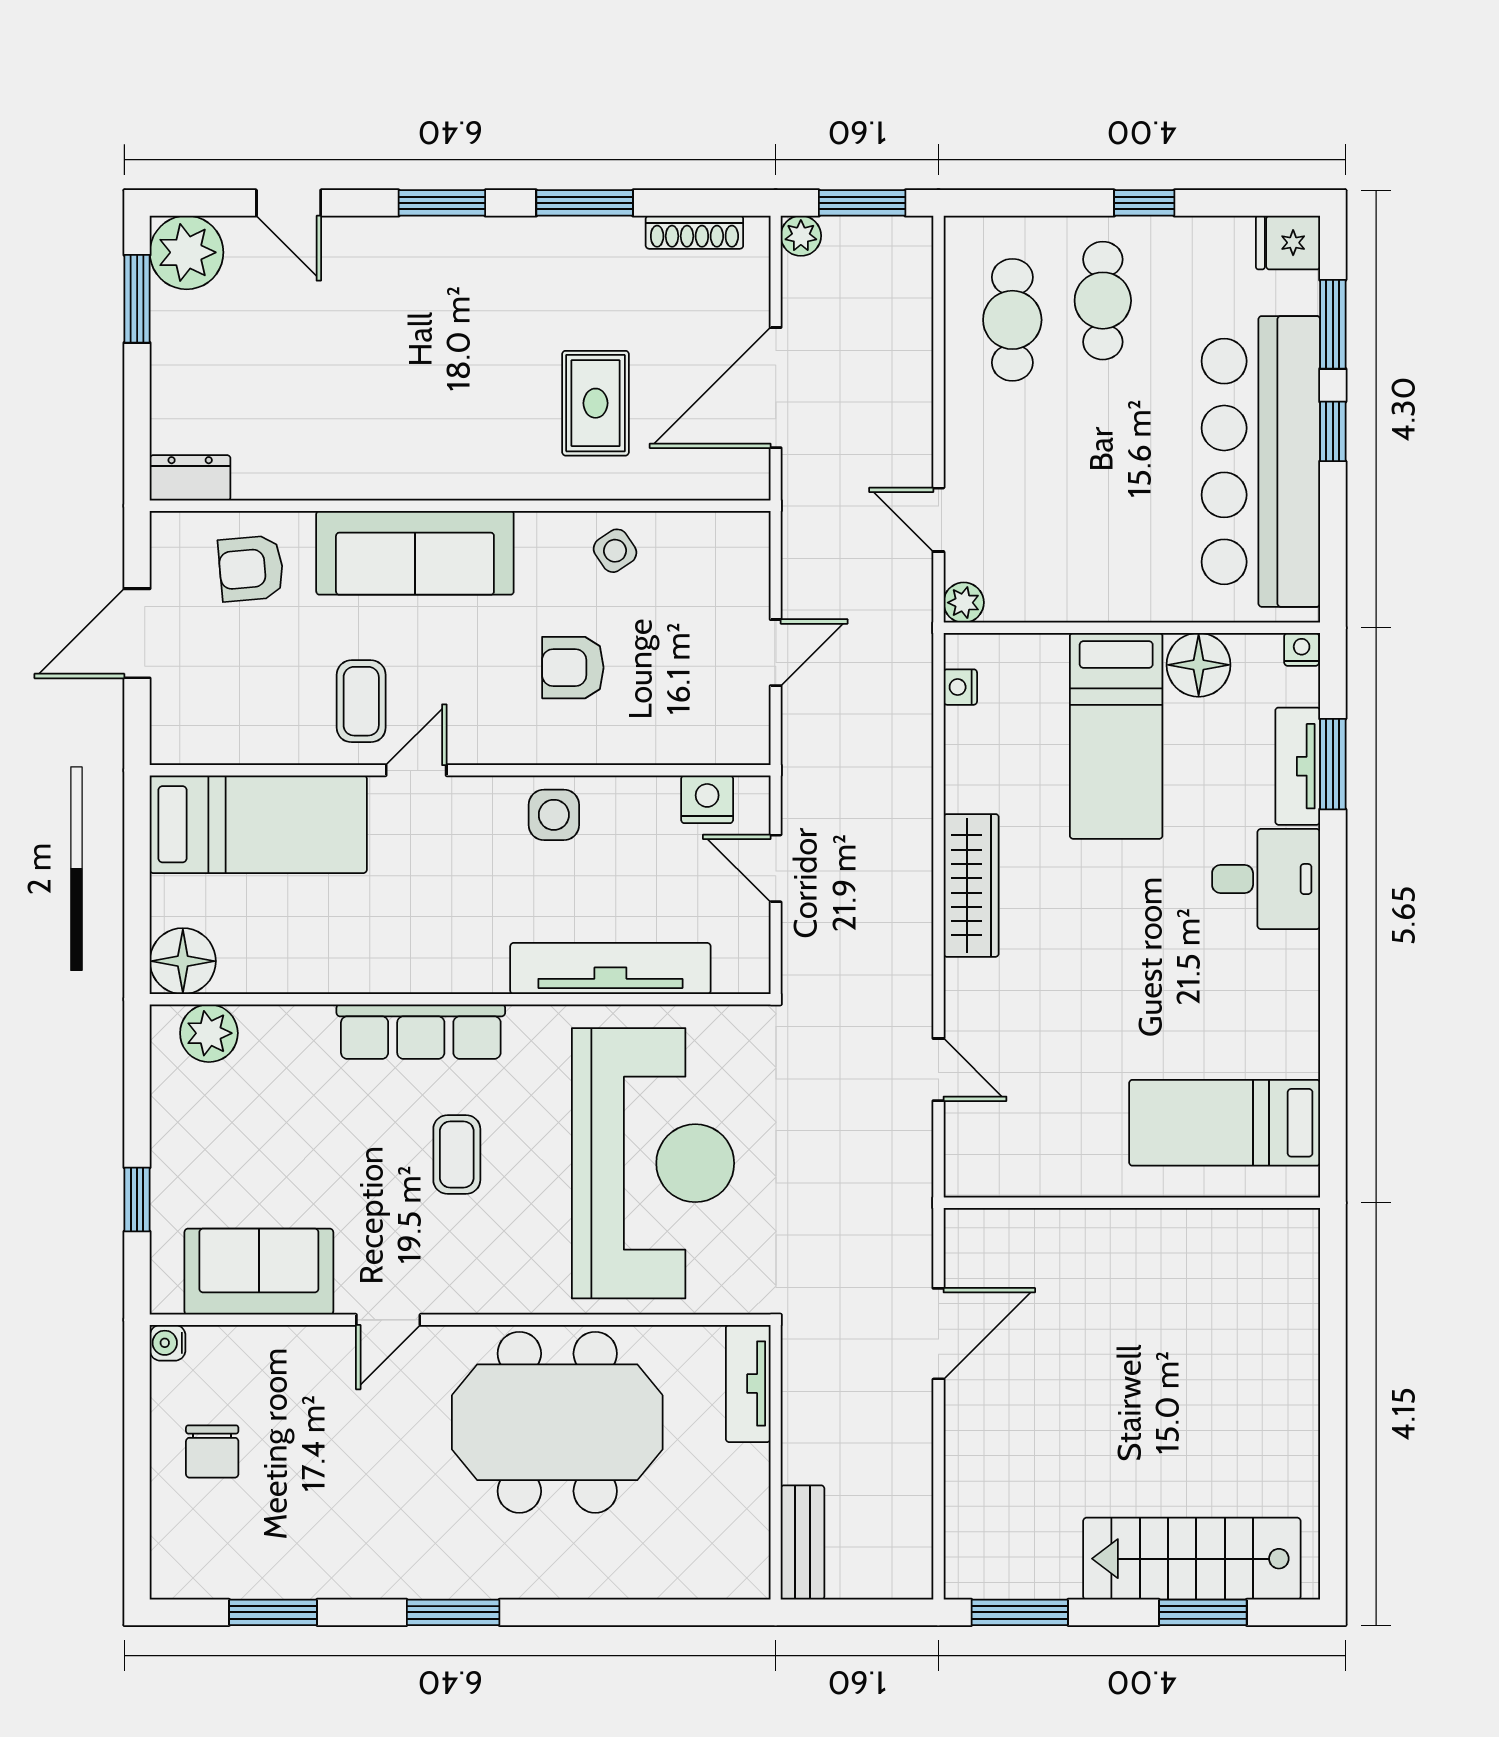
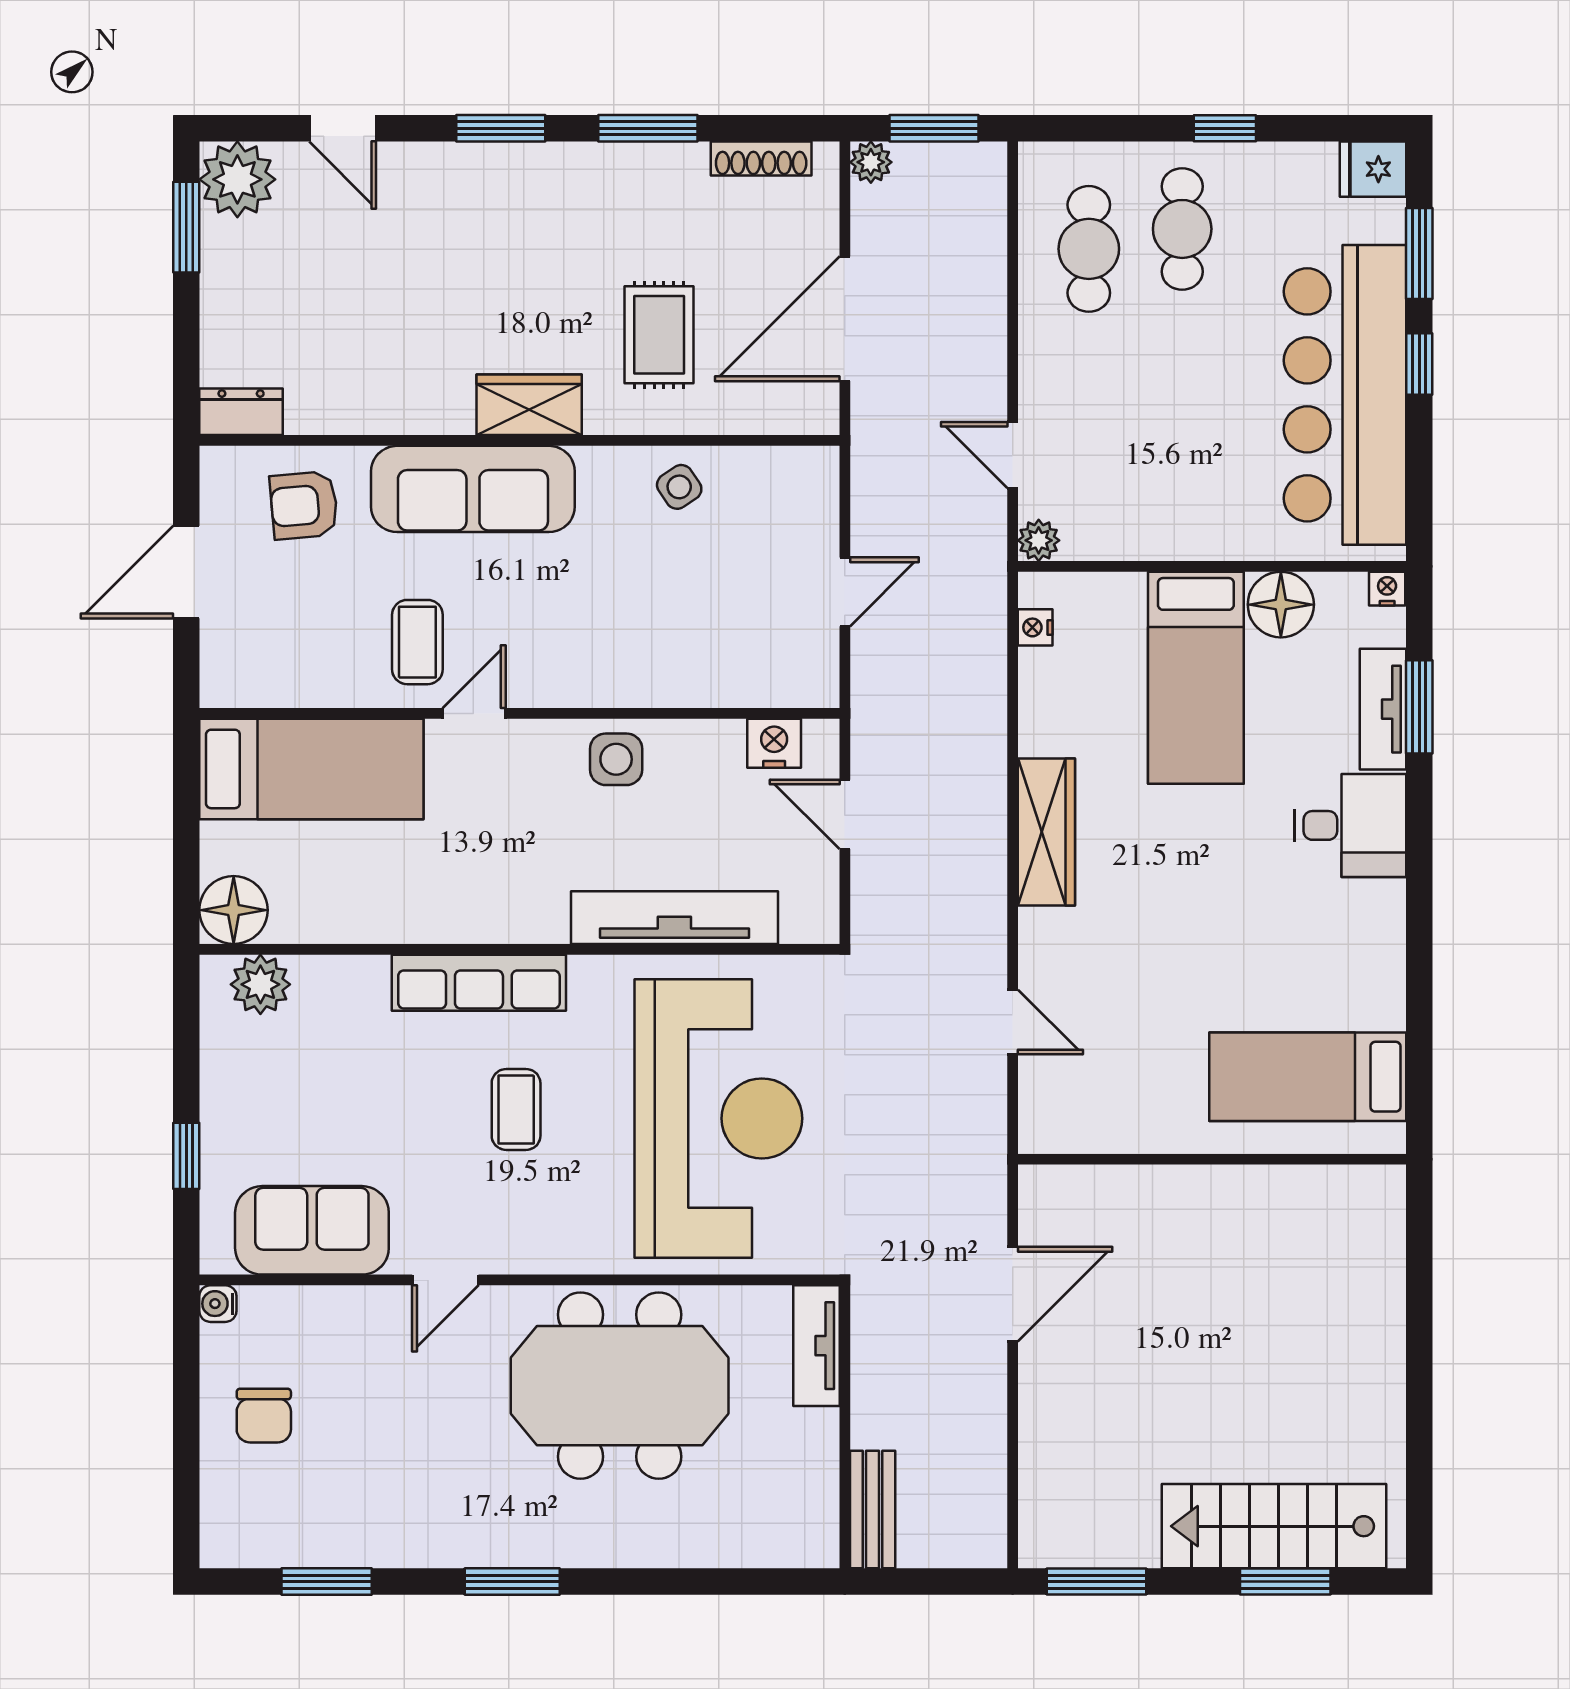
wardrobe: (469, 471) -> (529, 405), added
armchair: (573, 668) -> (636, 607), removed

